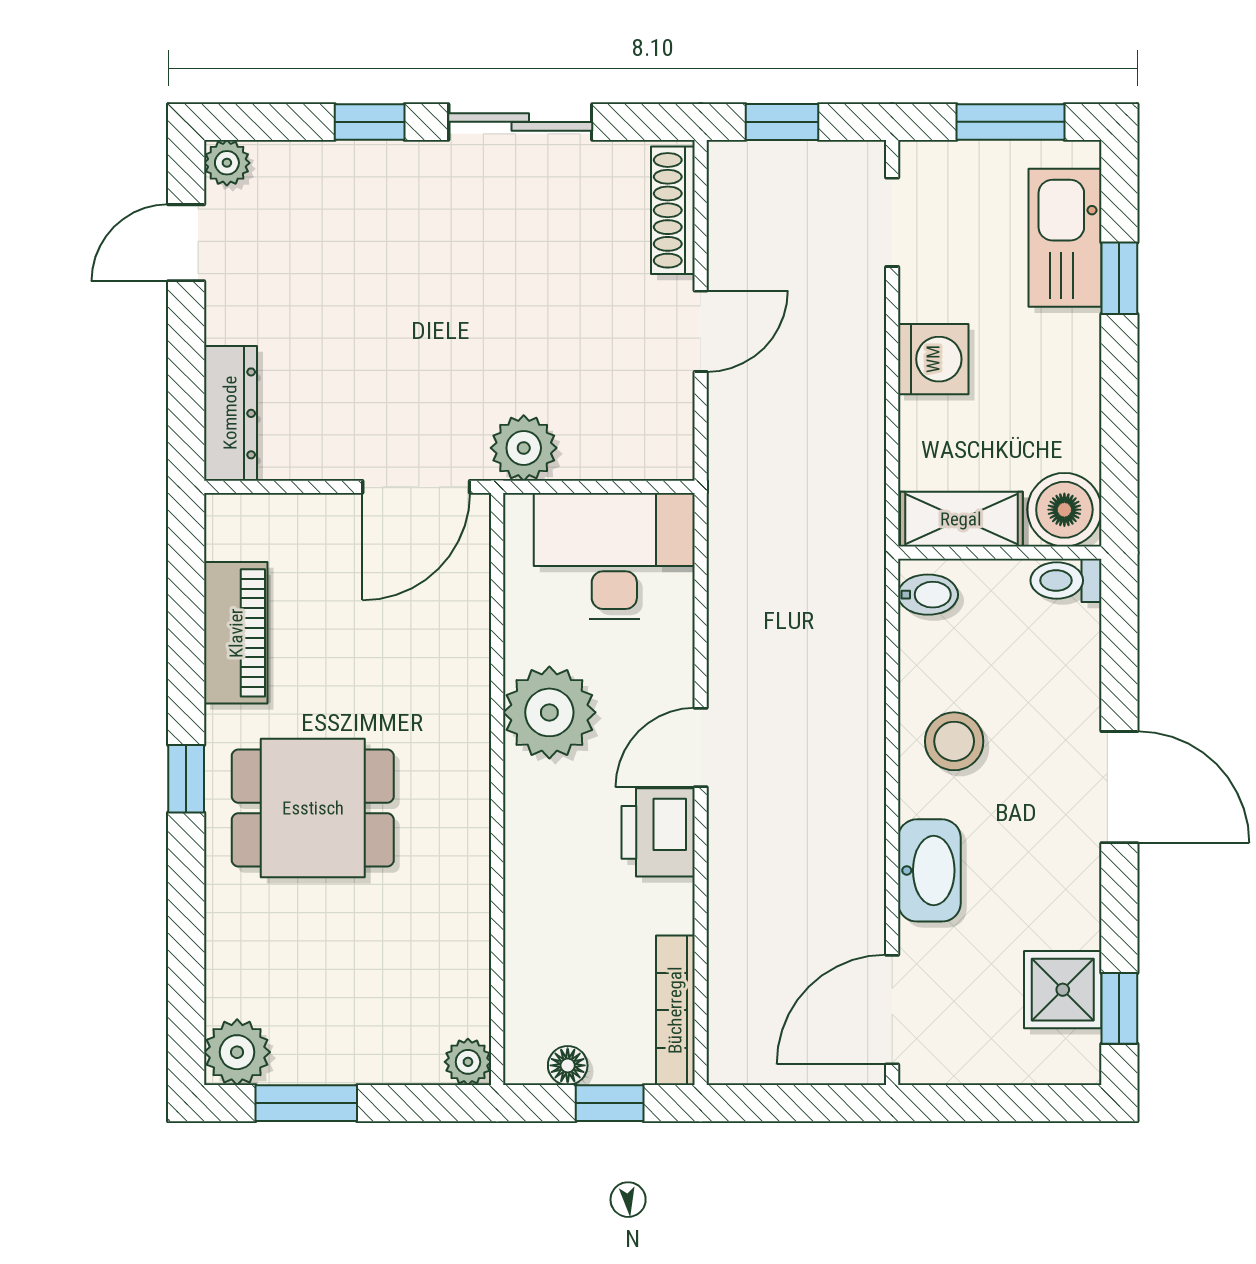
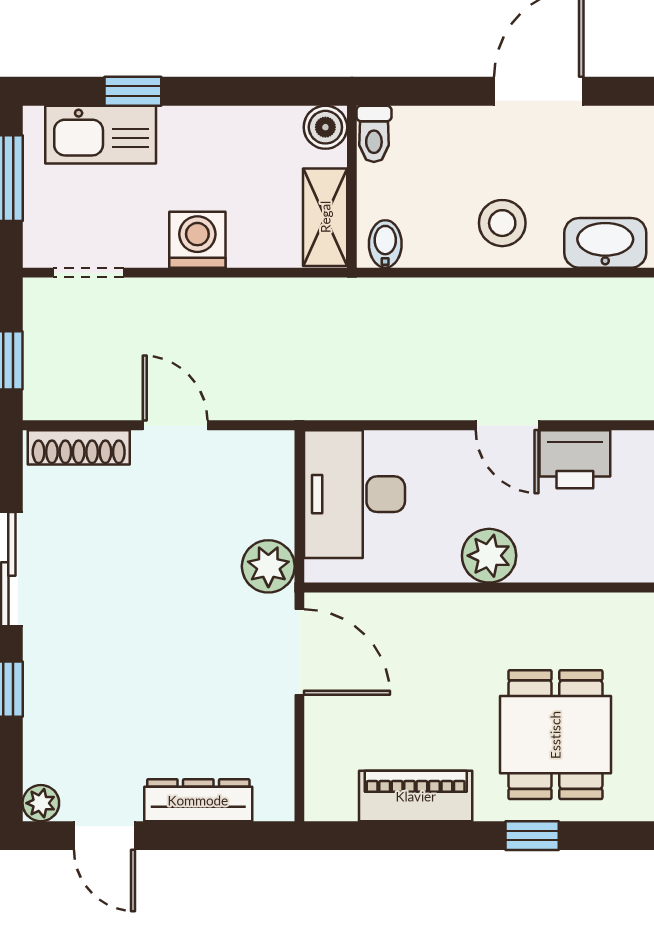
dresser: (230, 413) -> (198, 800), moved
boiler: (1064, 510) -> (325, 127), width x0.73, depth x0.73
plant: (549, 712) -> (489, 556), width x0.73, depth x0.73

